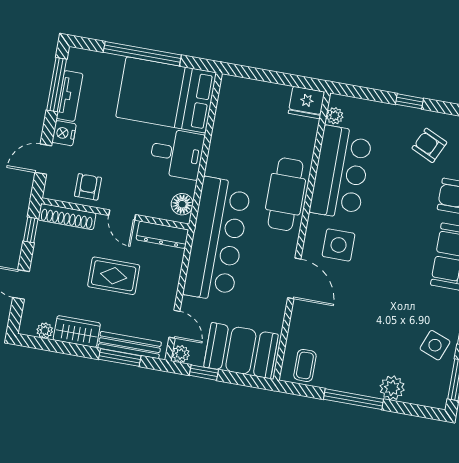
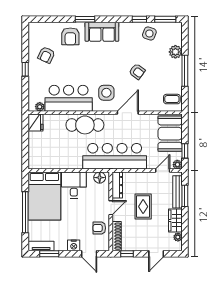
window: (57, 85) -> (49, 254), width x0.69
tv unit: (70, 96) -> (41, 246), moved
armchair: (368, 310) -> (137, 71), added

